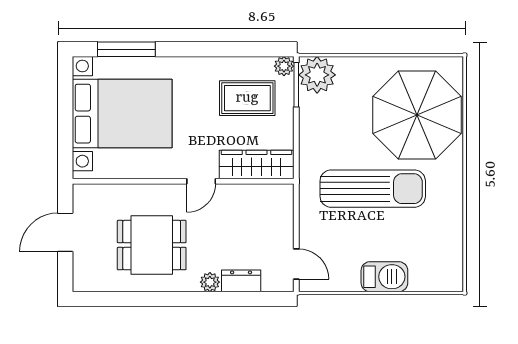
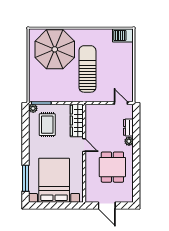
plant: (317, 75) -> (37, 94), removed
door: (296, 264) -> (121, 103), hinge flipped
barbecue: (384, 277) -> (123, 35), moved, turned -90

